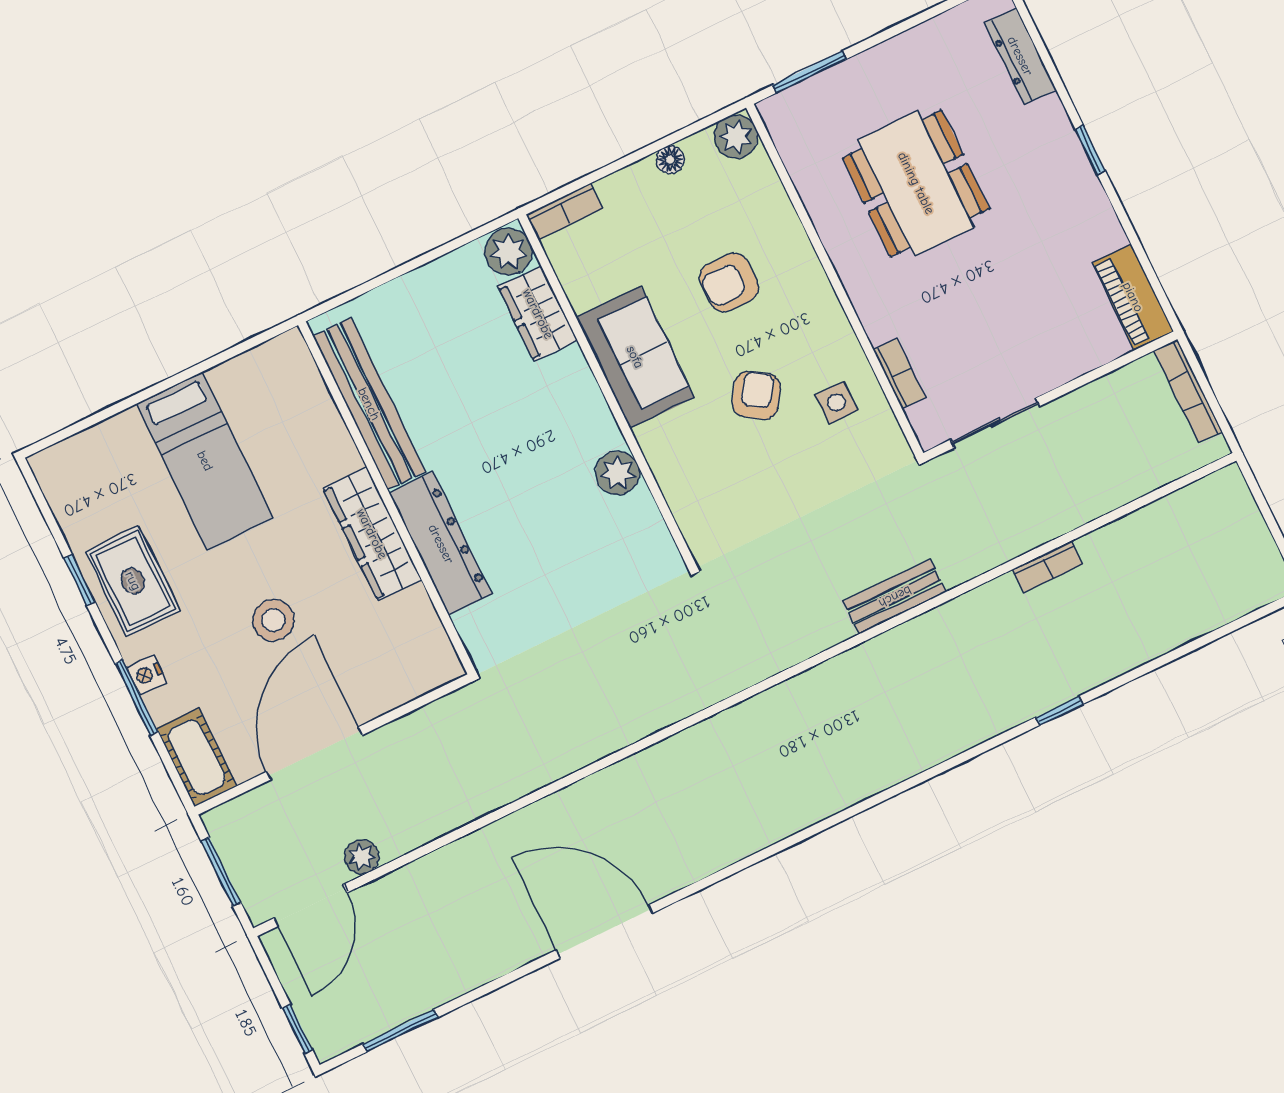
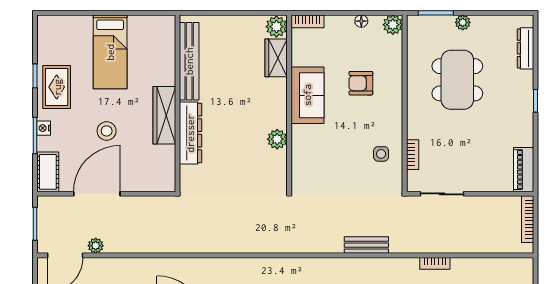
plant: (872, 65) -> (463, 22), added
armchair: (757, 395) -> (350, 135), removed

